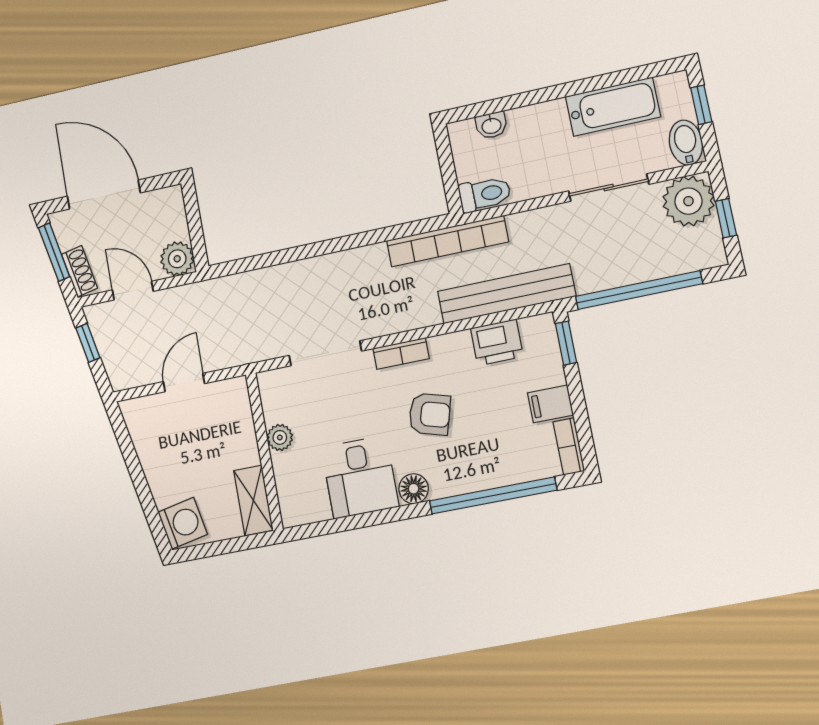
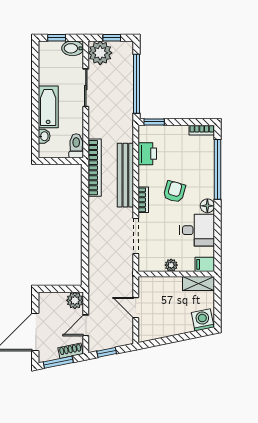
bathtub: (613, 107) -> (48, 107), moved
bench: (506, 294) -> (125, 175), moved
filing cabinet: (550, 404) -> (205, 264), moved, turned 90

